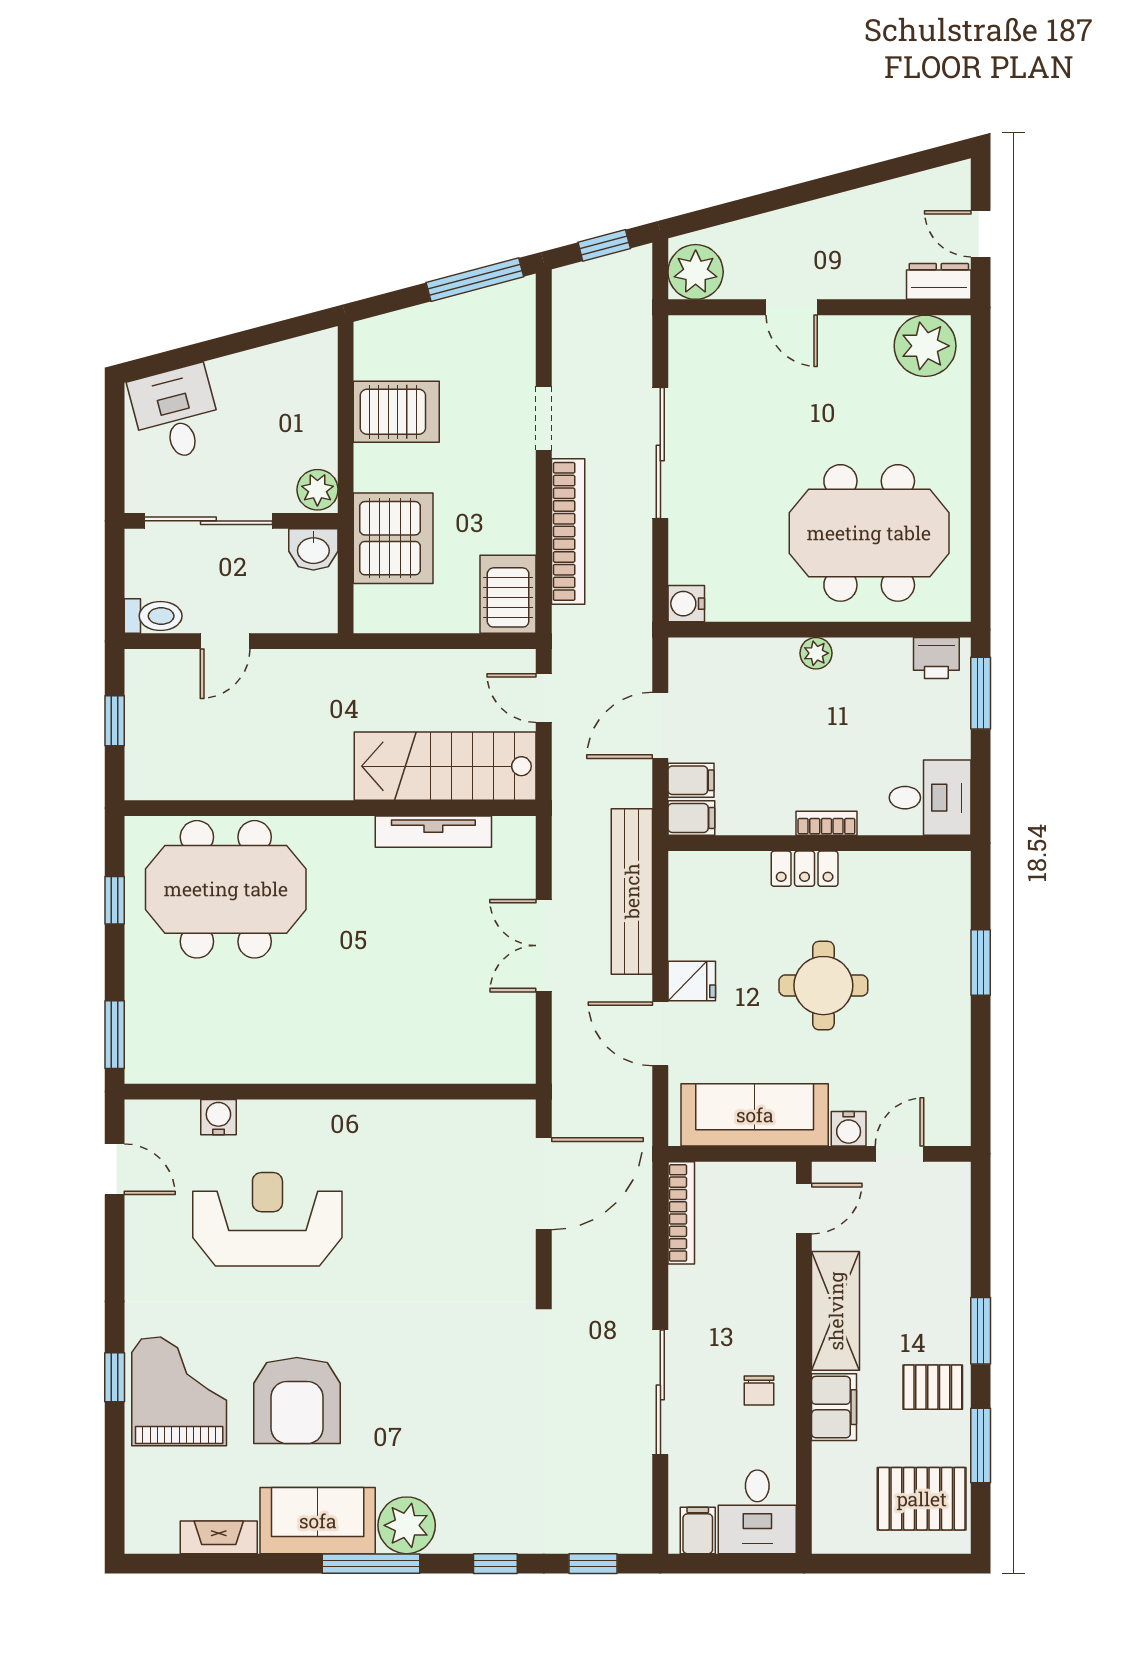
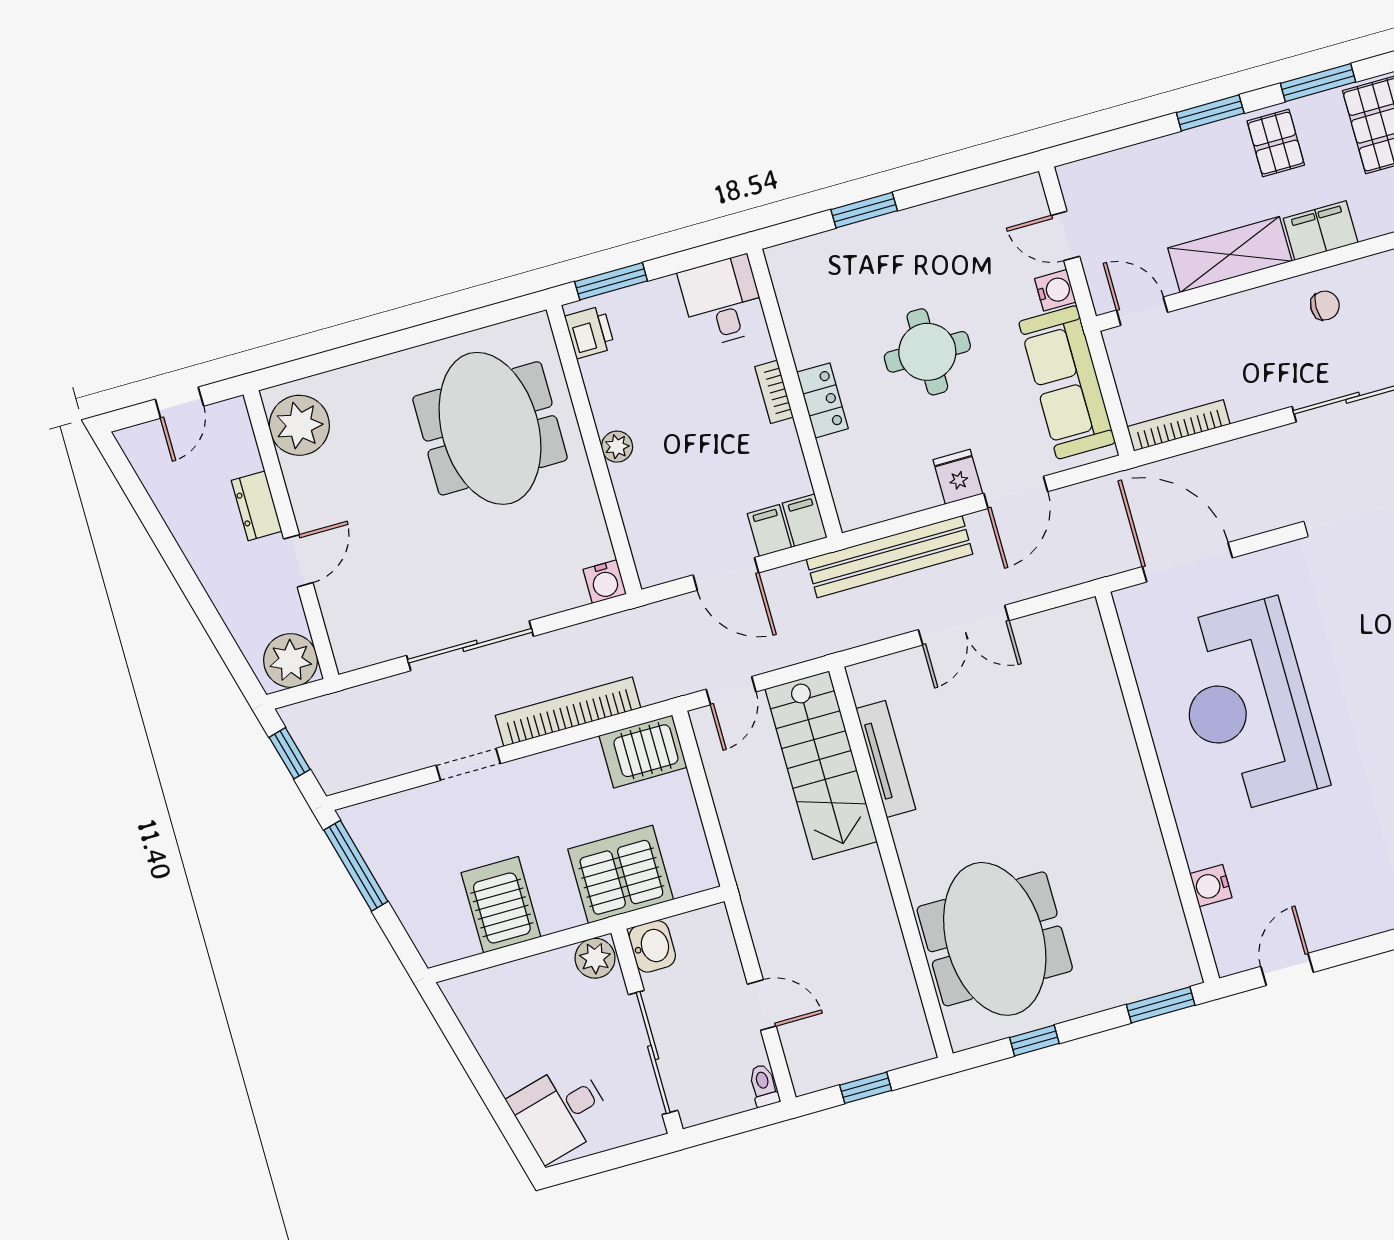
dresser: (939, 281) -> (257, 506), moved
toilet: (153, 616) -> (764, 1086), width x0.73, depth x0.72
reception desk: (267, 1219) -> (1247, 706), moved, width x1.36, depth x1.30

